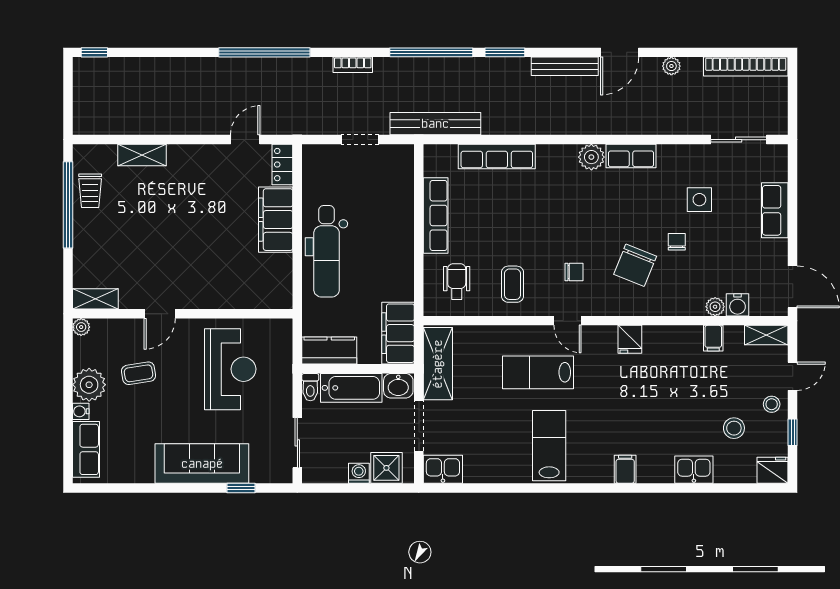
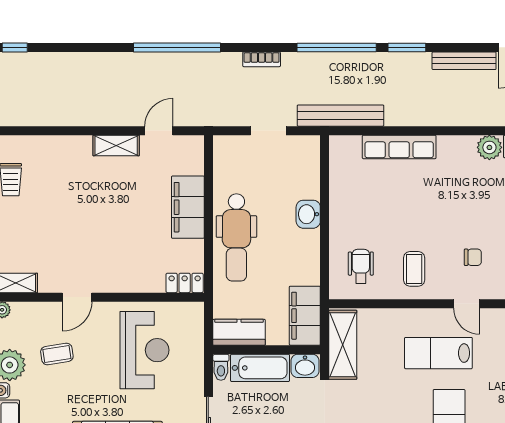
shelving: (142, 155) -> (116, 145), moved
locker: (282, 165) -> (185, 283), moved, turned 90
row of seats: (436, 215) -> (341, 203), removed
washbasin: (402, 227) -> (308, 214), added

